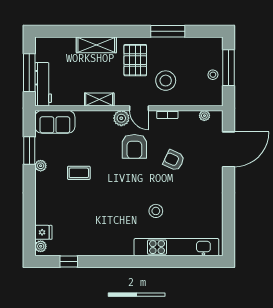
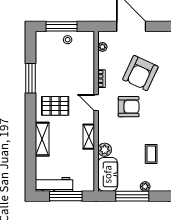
stool: (166, 81) -> (73, 80), removed
workbench: (43, 84) -> (54, 184), moved
door: (139, 108) -> (96, 103), swing flipped
plant: (121, 118) -> (105, 150), moved
window: (29, 151) -> (132, 196), width x1.44
armchair: (174, 160) -> (140, 73), width x1.88, depth x1.88

